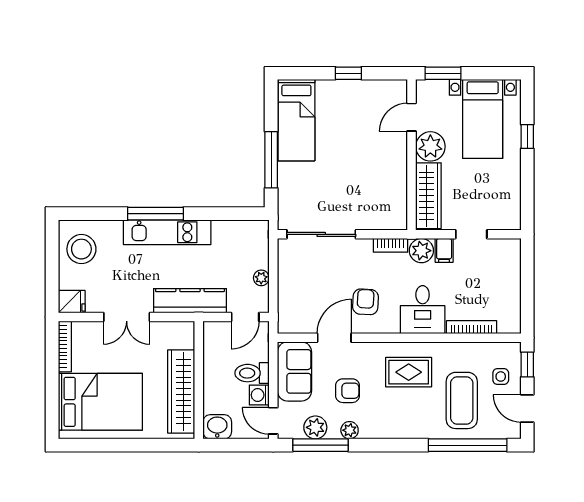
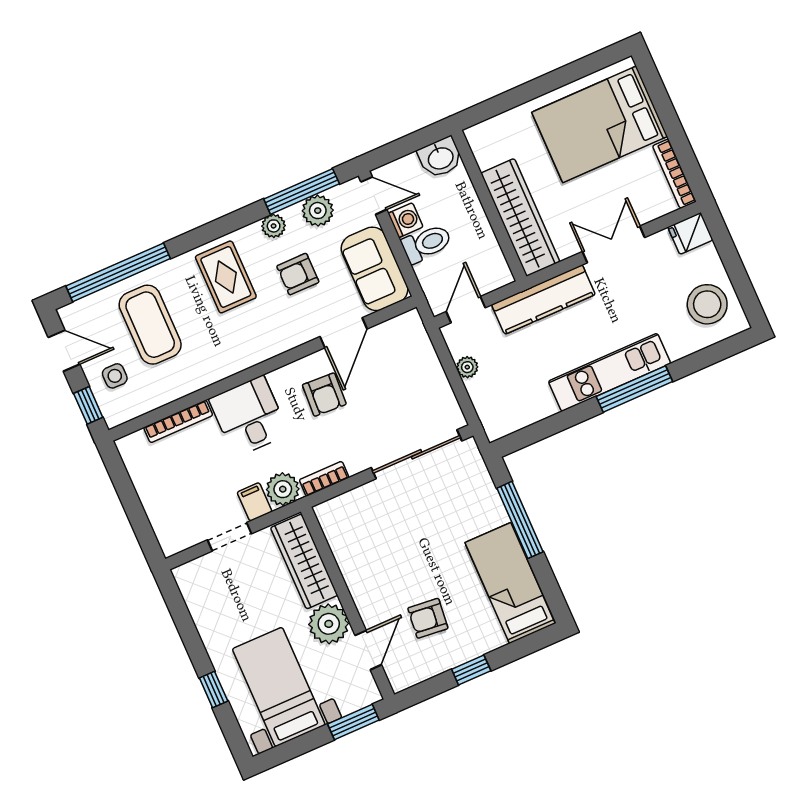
armchair: (362, 121) -> (428, 618), added
rug: (409, 372) -> (226, 277), moved, turned 90
wardrobe: (181, 391) -> (520, 217), moved

